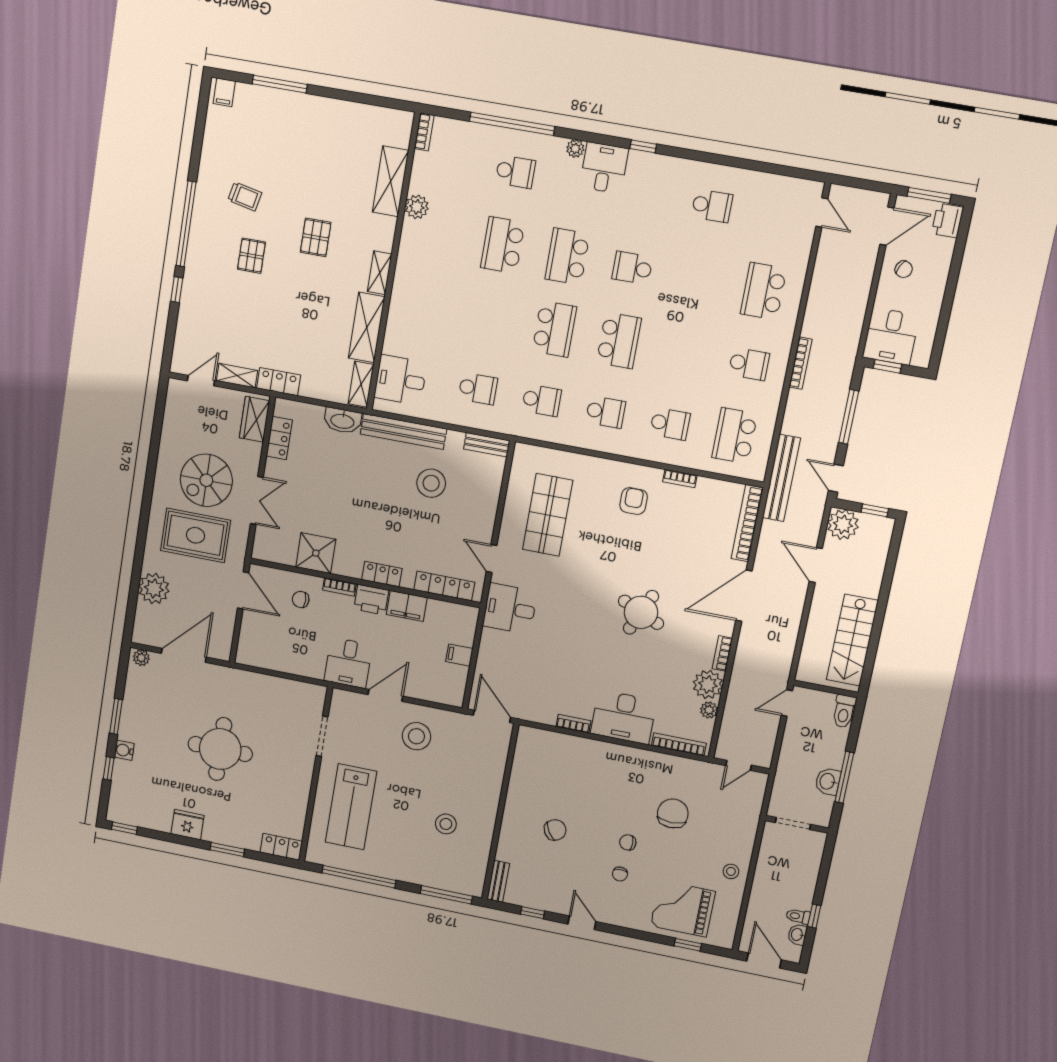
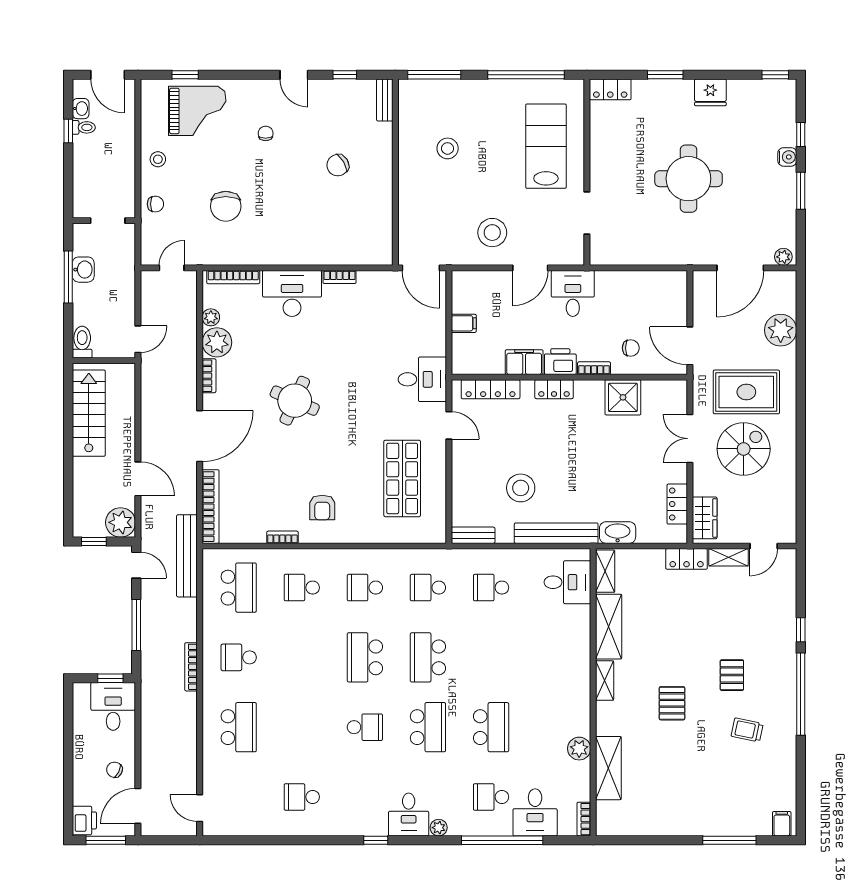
desk: (473, 148) -> (535, 812), added
chair: (628, 842) -> (155, 204), moved

